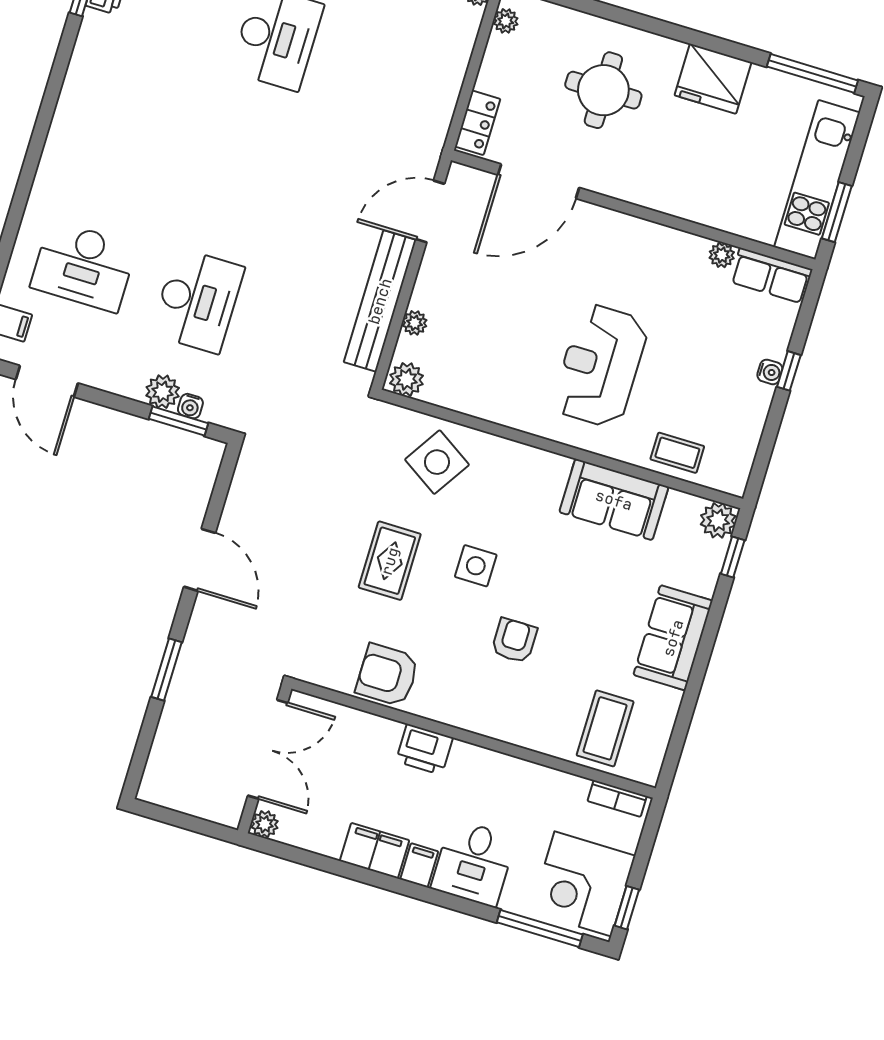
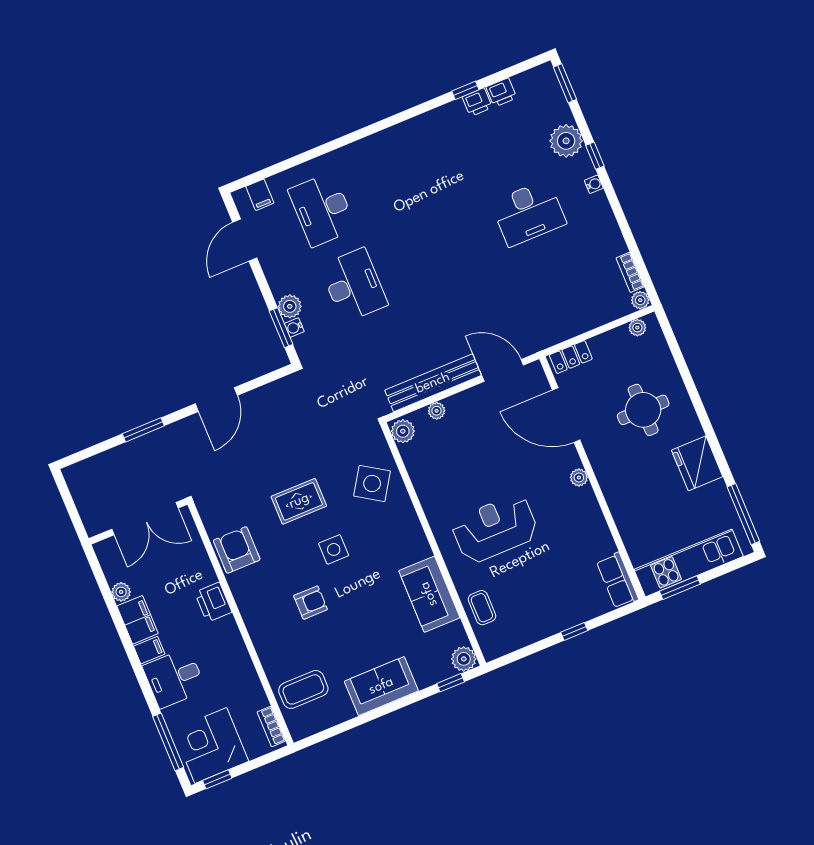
plant: (722, 255) -> (579, 477), moved
desk: (198, 301) -> (354, 285), turned -90
water cooler: (770, 372) -> (565, 622), removed
plant: (265, 824) -> (121, 592), moved

